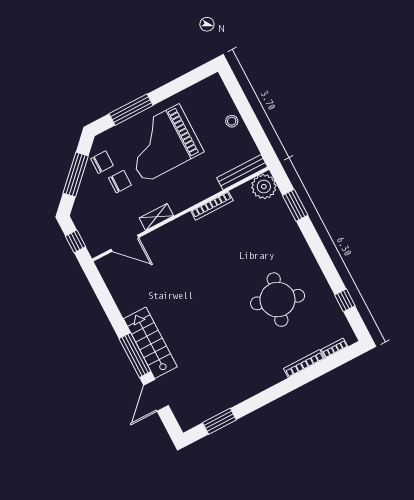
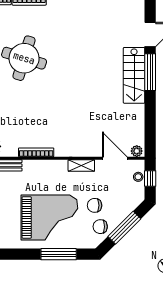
stool: (89, 237) -> (138, 177), added
plant: (105, 263) -> (137, 151), added

